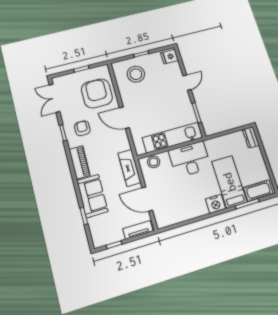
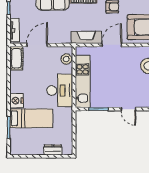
dresser: (251, 137) -> (53, 150), moved
fireplace: (129, 168) -> (86, 37), moved
cot: (258, 191) -> (16, 58), moved

